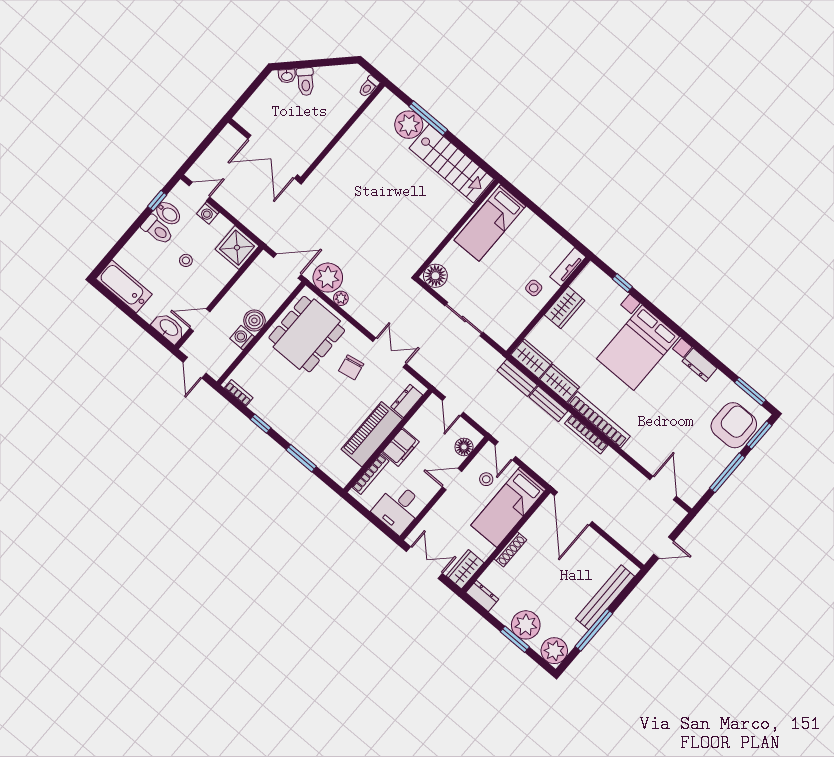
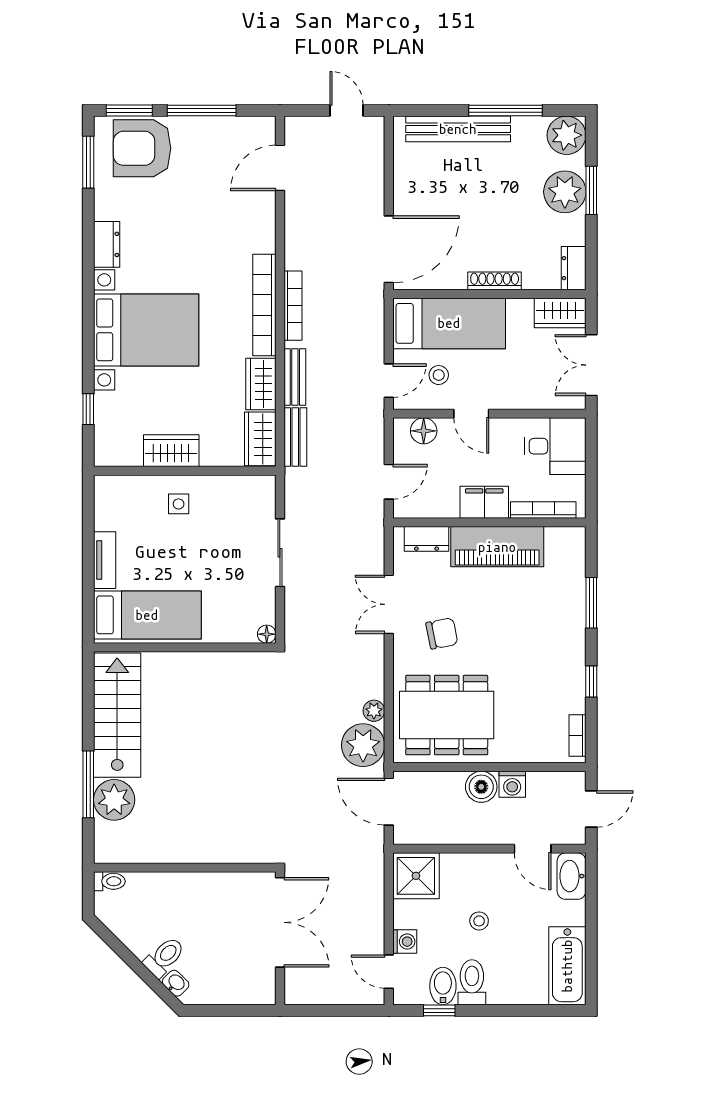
tv unit: (568, 267) -> (105, 560), moved, turned -90
floor lamp: (435, 276) -> (267, 634), width x0.53, depth x0.53

